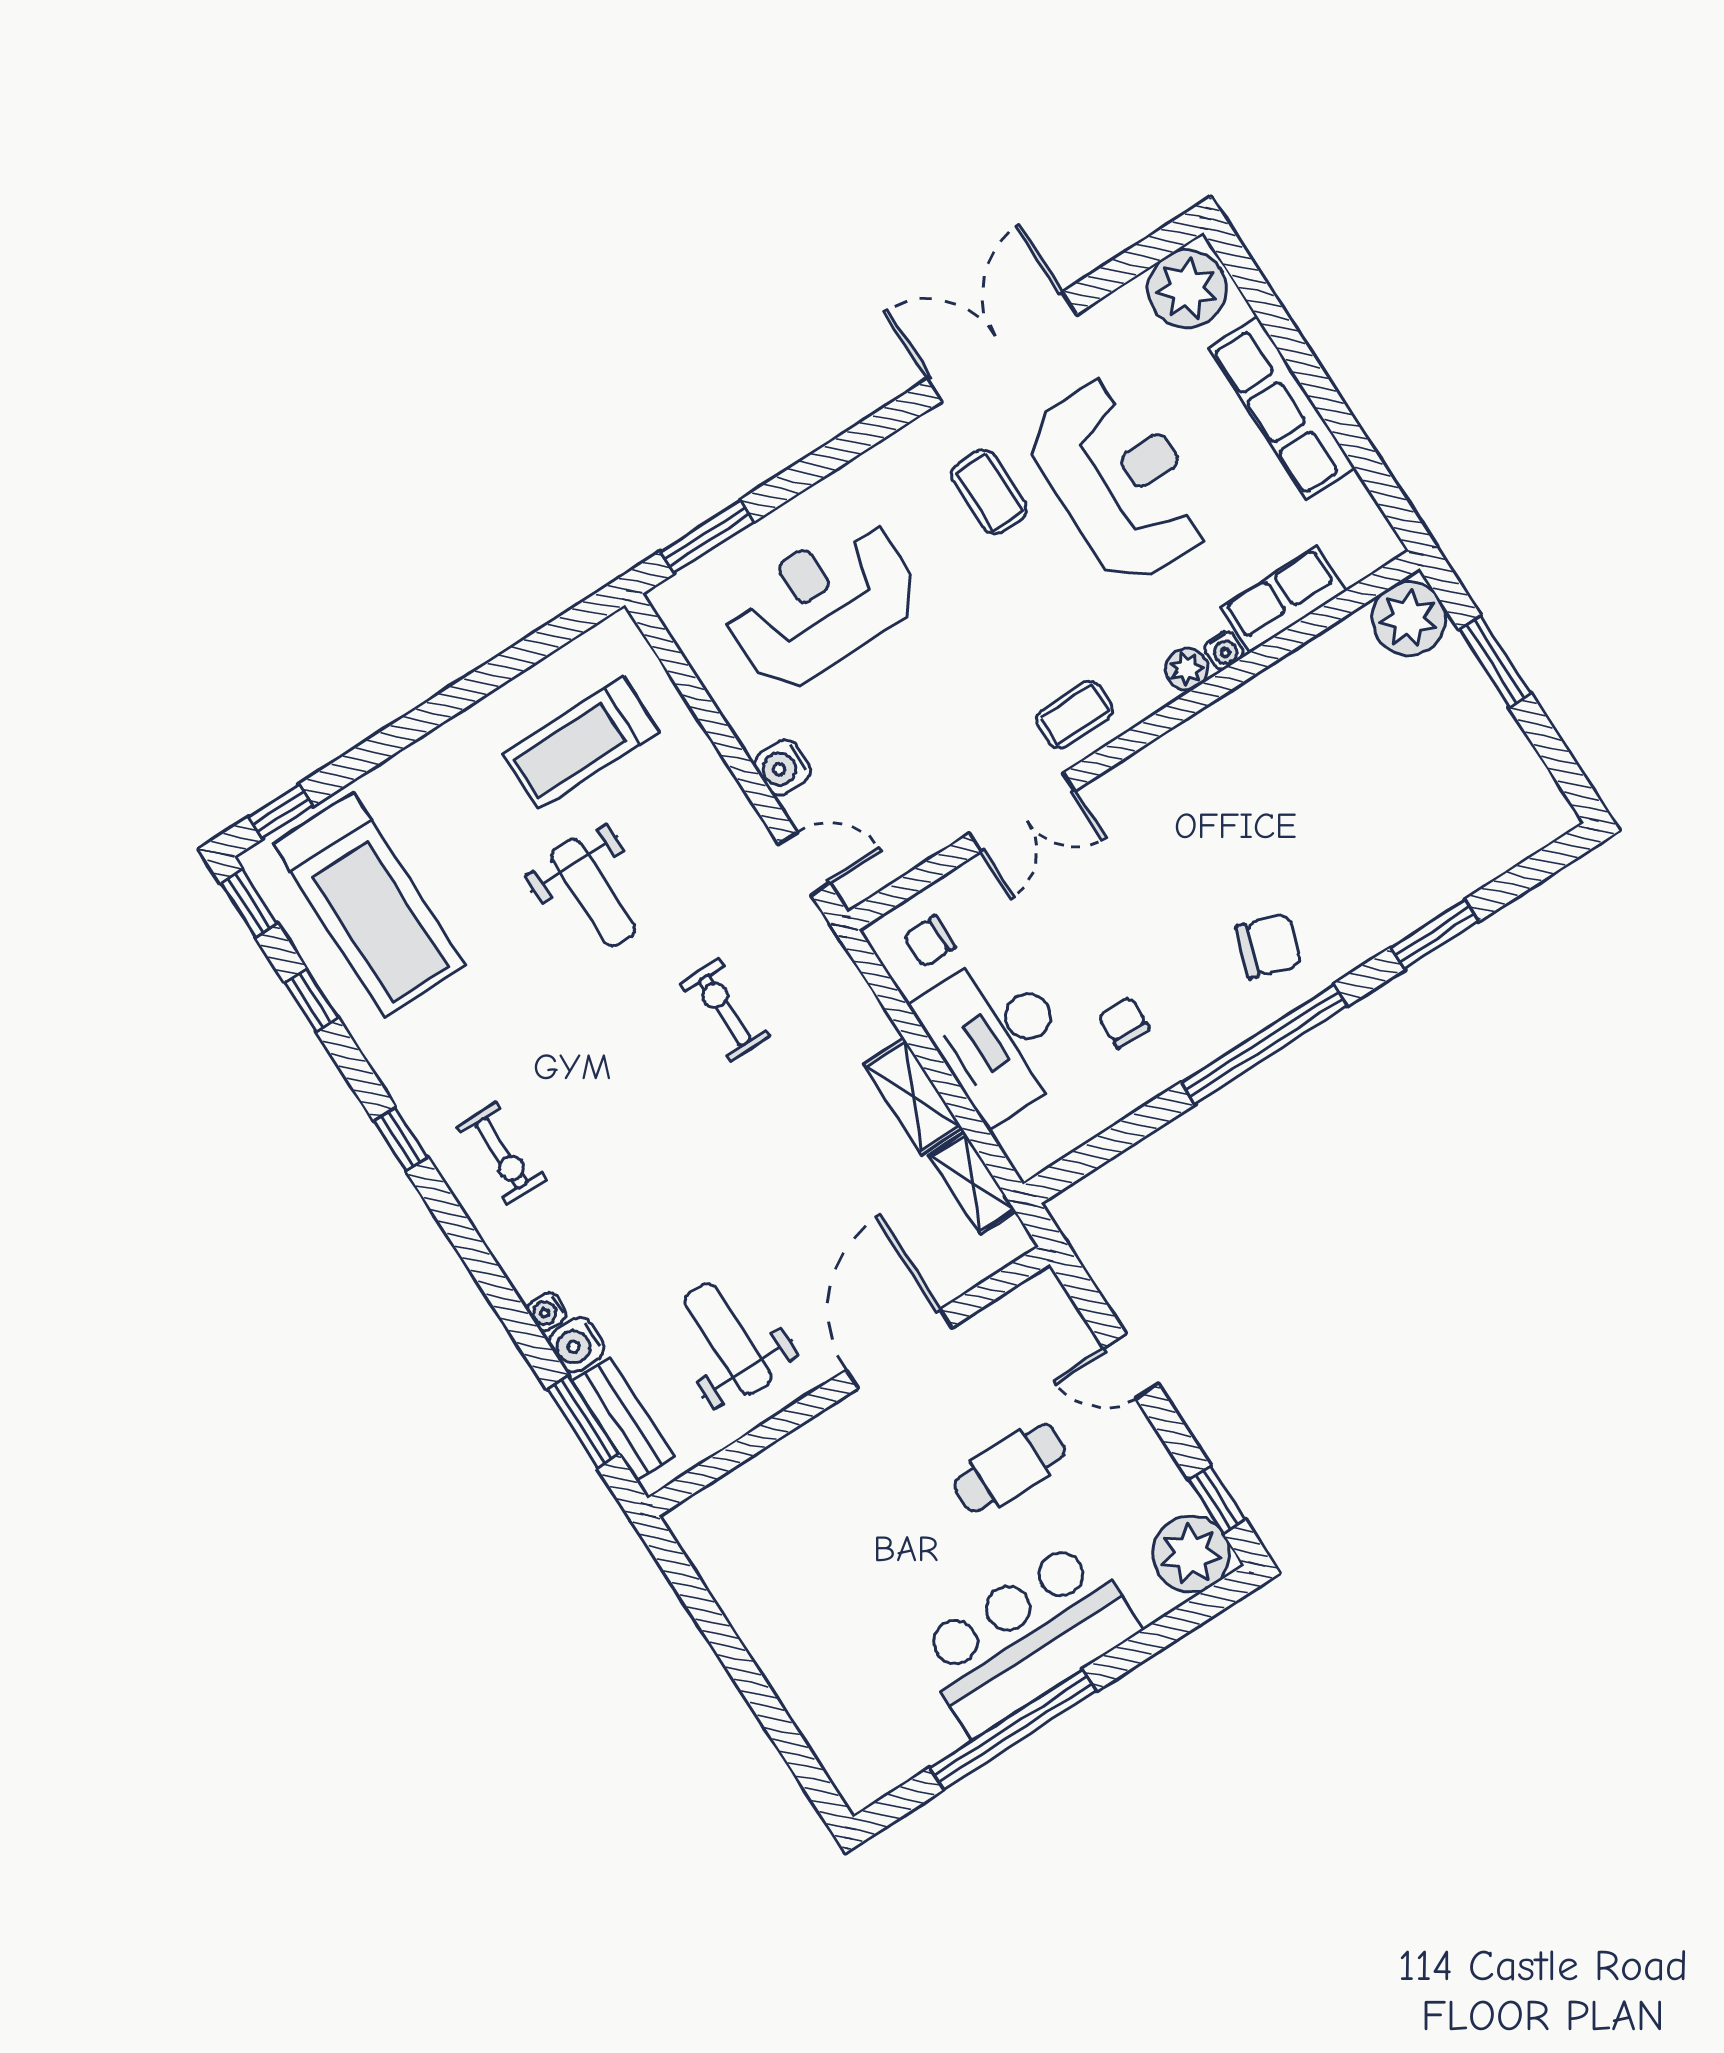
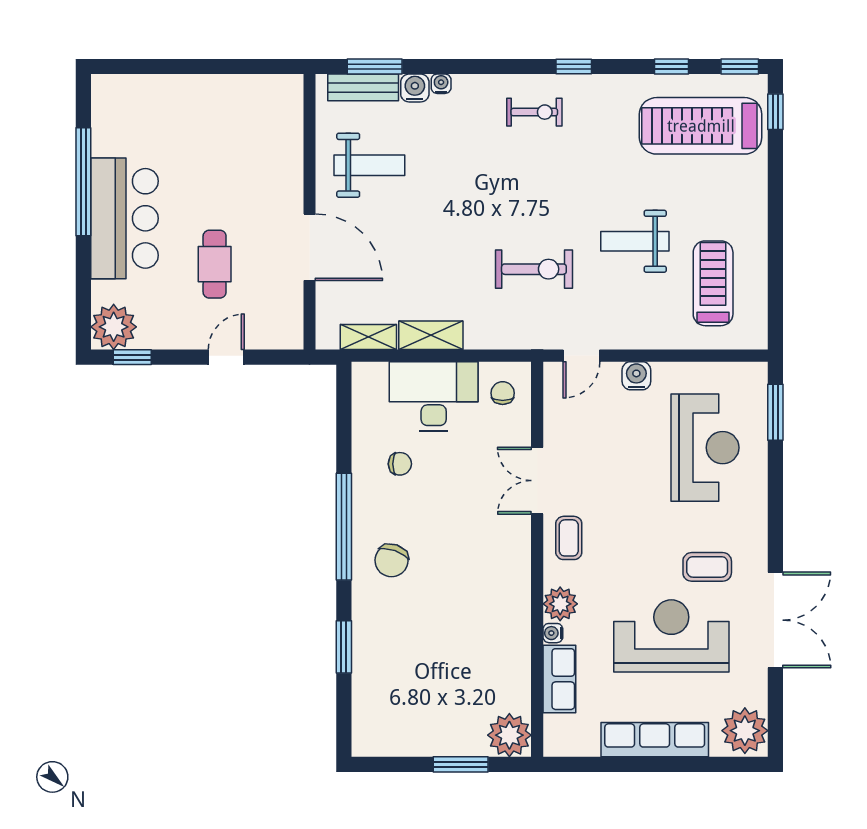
reception desk: (1120, 480) -> (671, 636), turned 180
plant: (1187, 669) -> (560, 604), width x1.38, depth x1.38
exercise bike: (725, 1010) -> (534, 269), width x1.38, depth x1.39
exercise bike: (502, 1153) -> (534, 112), turned 180

